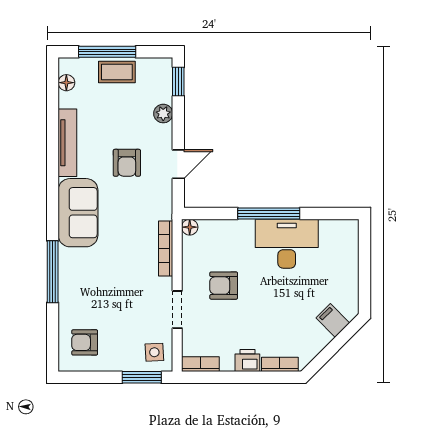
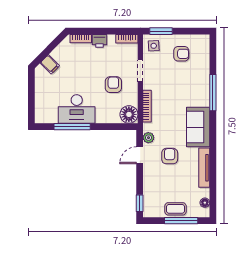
plant: (163, 114) -> (148, 138), moved
window: (269, 213) -> (72, 127), moved
floor lamp: (190, 227) -> (129, 114), width x1.89, depth x1.89
armchair: (224, 286) -> (113, 85), turned -90
armchair: (85, 342) -> (181, 54), moved

